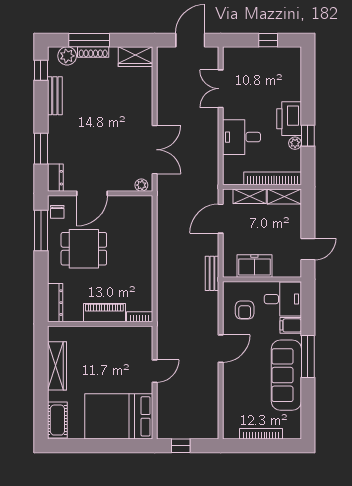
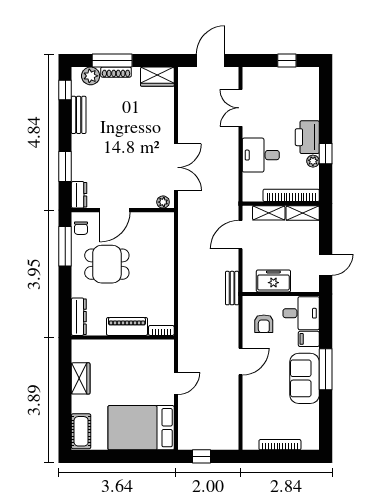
wardrobe: (57, 366) -> (81, 378), width x0.67
sofa: (286, 375) -> (305, 378), width x0.73

